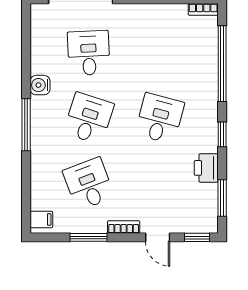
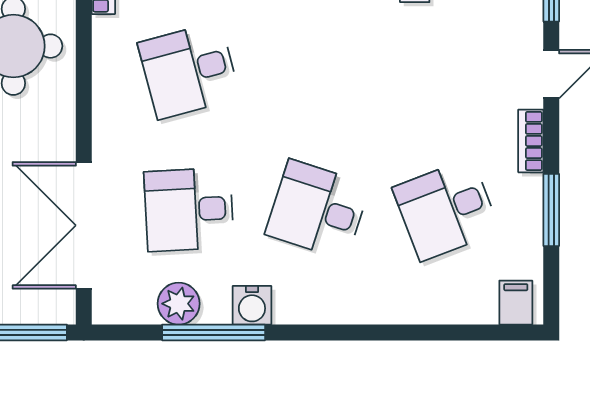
plant: (41, 48) -> (179, 304), added
desk: (160, 118) -> (189, 70), moved, turned -30
window: (26, 125) -> (214, 332), moved

